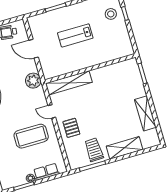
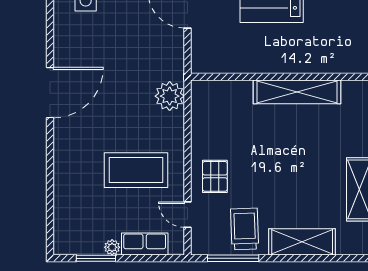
plant: (33, 81) -> (170, 96), moved
shelving: (69, 83) -> (297, 92), moved
door: (52, 111) -> (187, 215), moved

